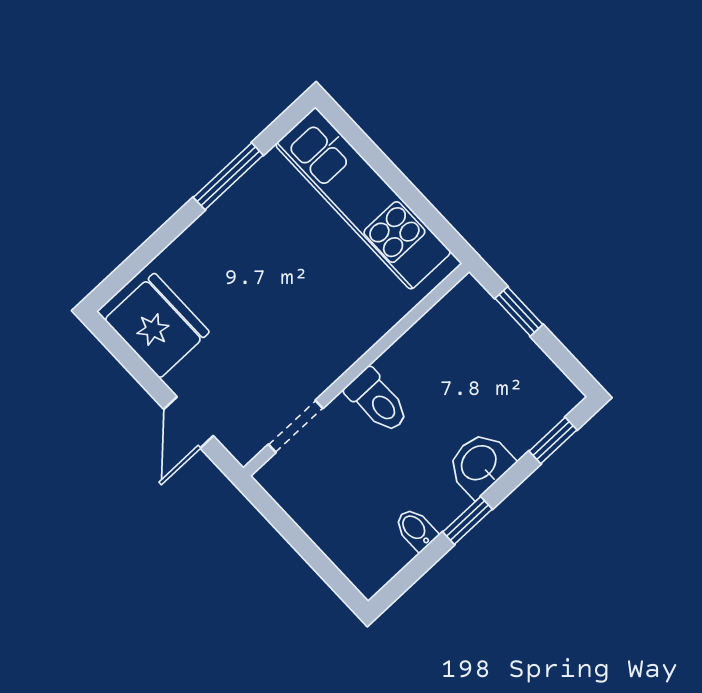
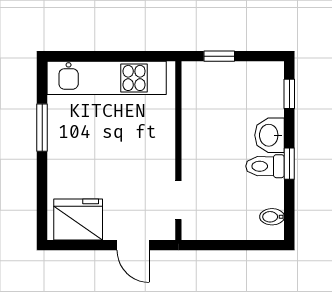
toilet: (377, 401) -> (265, 166), moved, turned 180
bidet: (416, 529) -> (272, 217), moved

